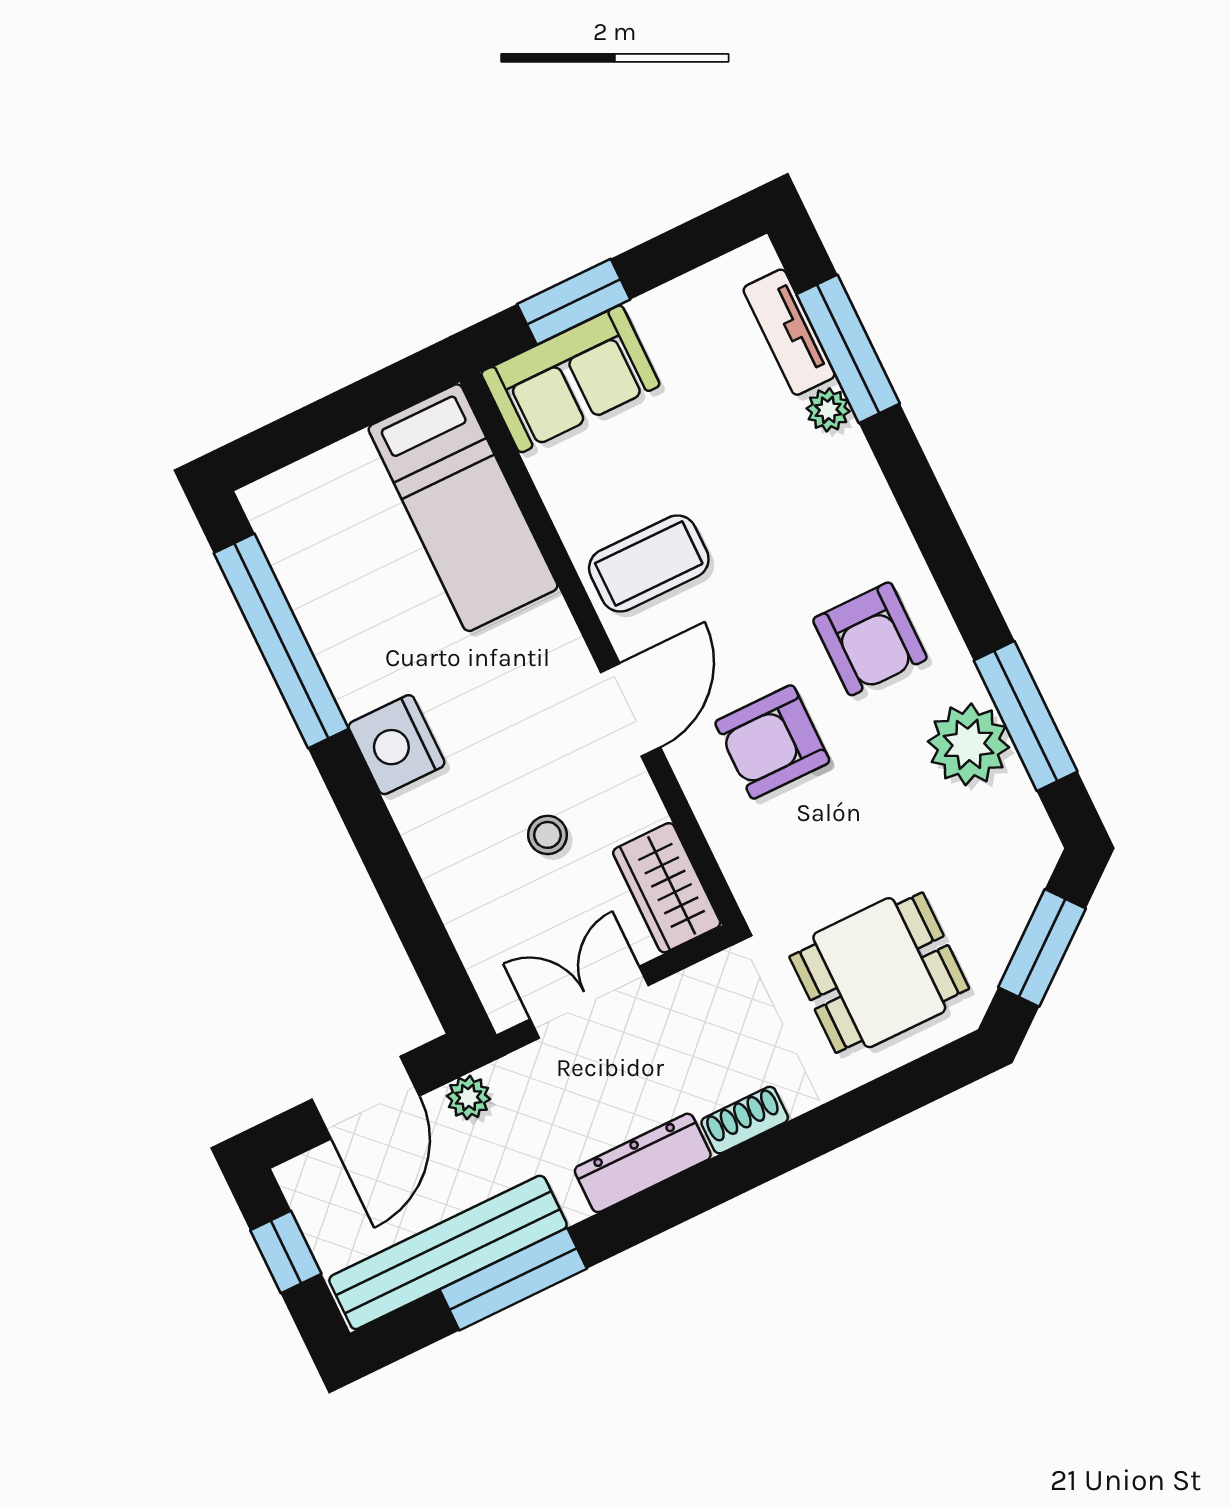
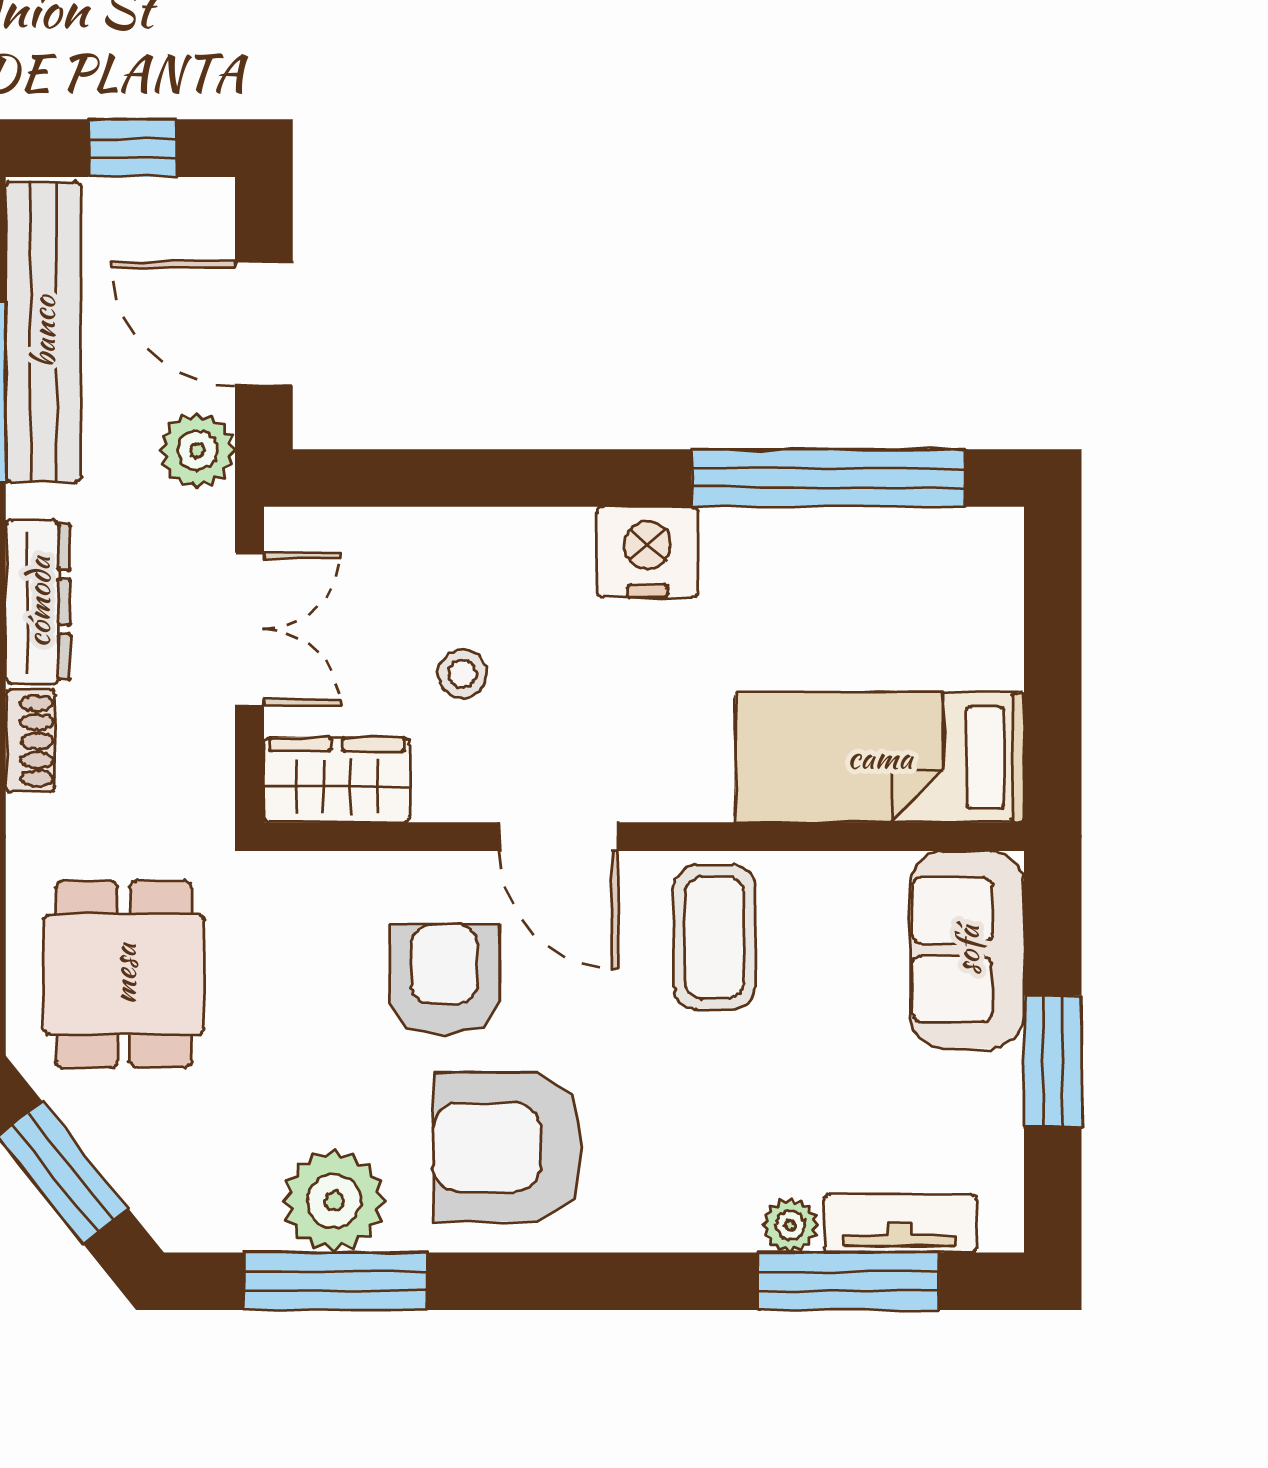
window: (574, 302) -> (1053, 1061), moved
armchair: (870, 639) -> (508, 1147), width x1.36, depth x1.36
plant: (468, 1098) -> (197, 450), width x1.38, depth x1.38

